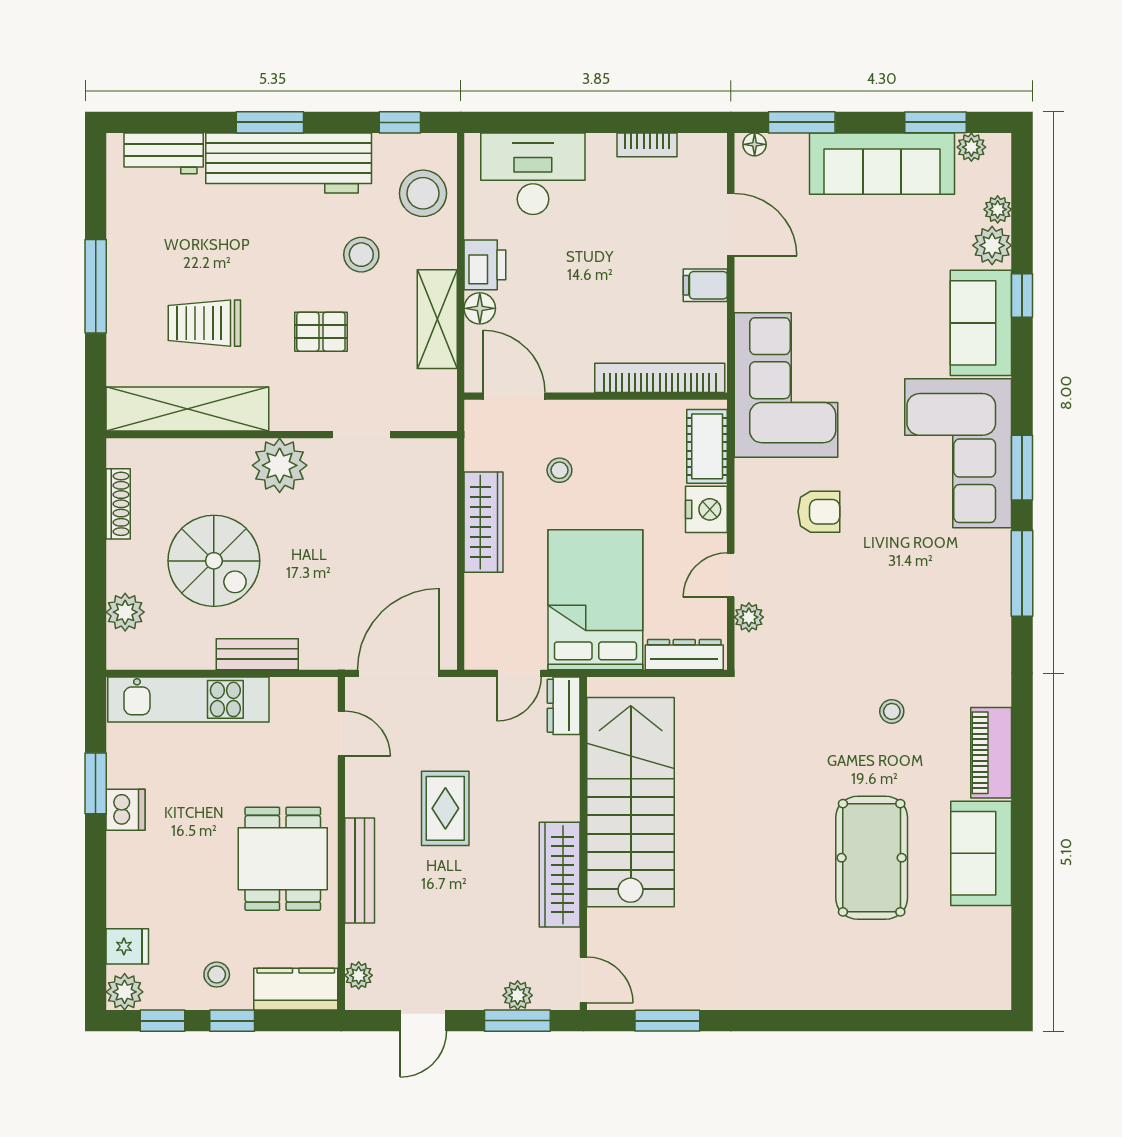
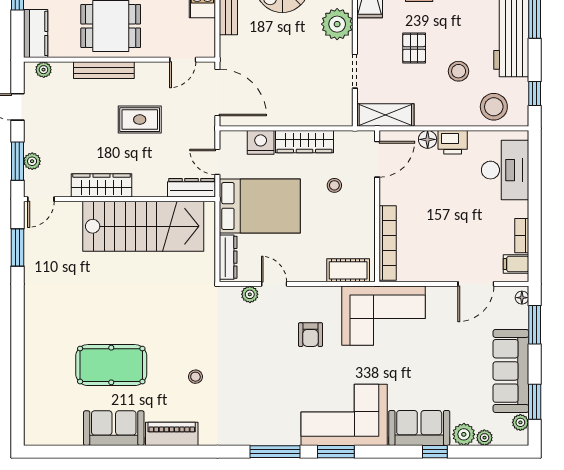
filing cabinet: (705, 285) -> (516, 264), moved, turned -90
shelving: (437, 319) -> (385, 115), moved
nightstand: (706, 509) -> (261, 142), moved, turned 180
dresser: (564, 706) -> (191, 188), width x1.44

